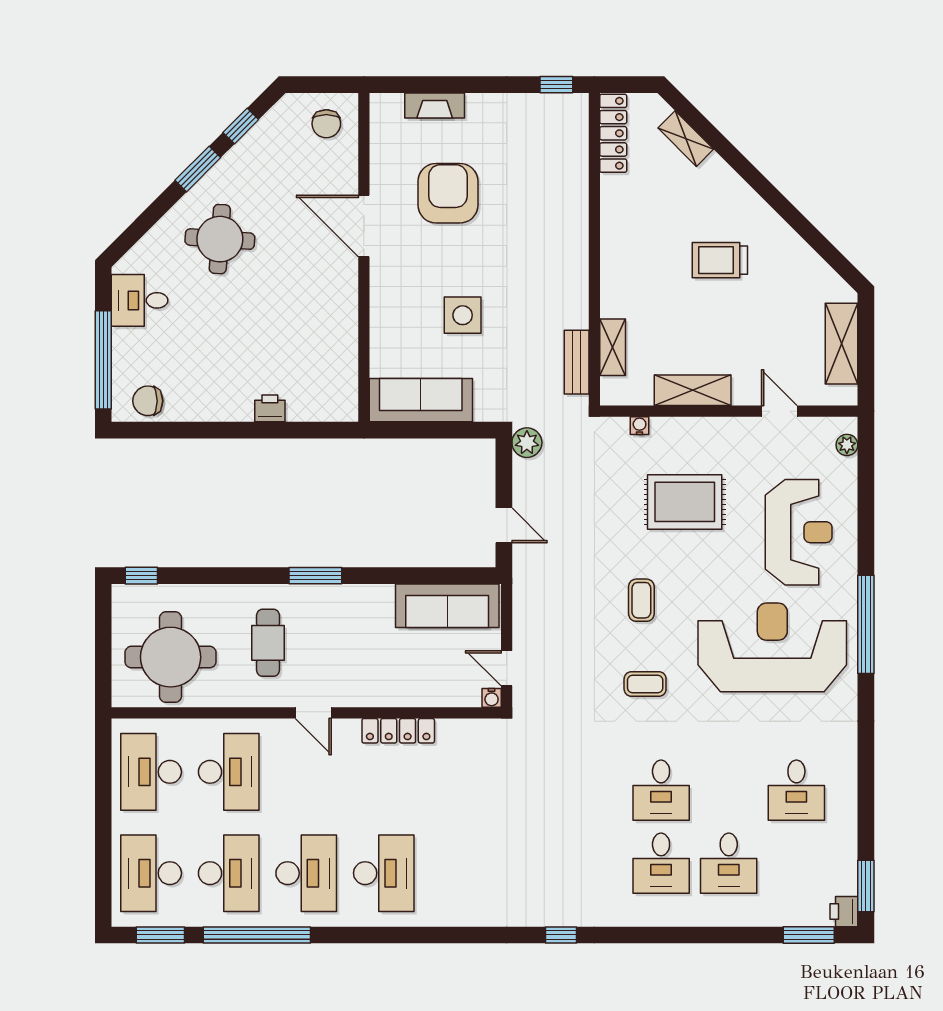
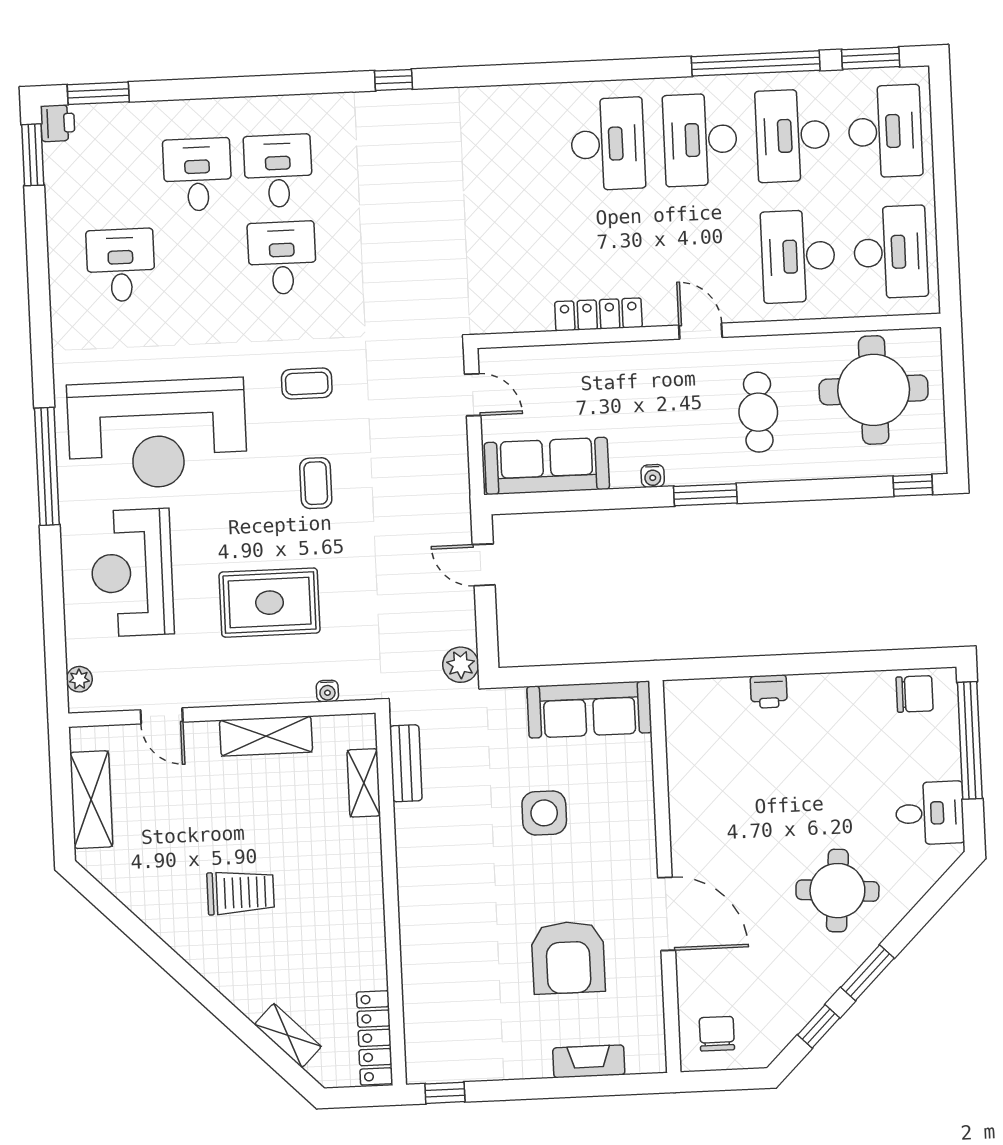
water cooler: (492, 698) -> (653, 476), moved, turned 180
desk: (384, 873) -> (608, 144), turned 180

